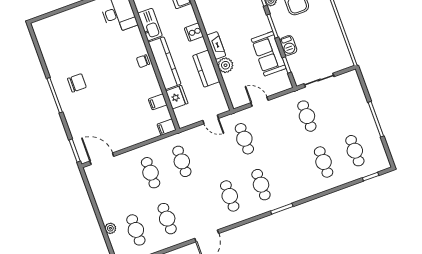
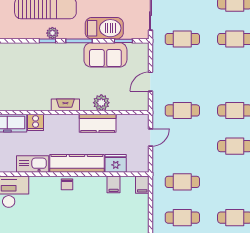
cooker: (194, 32) -> (36, 122), moved
fireplace: (216, 45) -> (65, 105), moved
barbecue: (288, 45) -> (104, 28), width x1.88, depth x1.53

